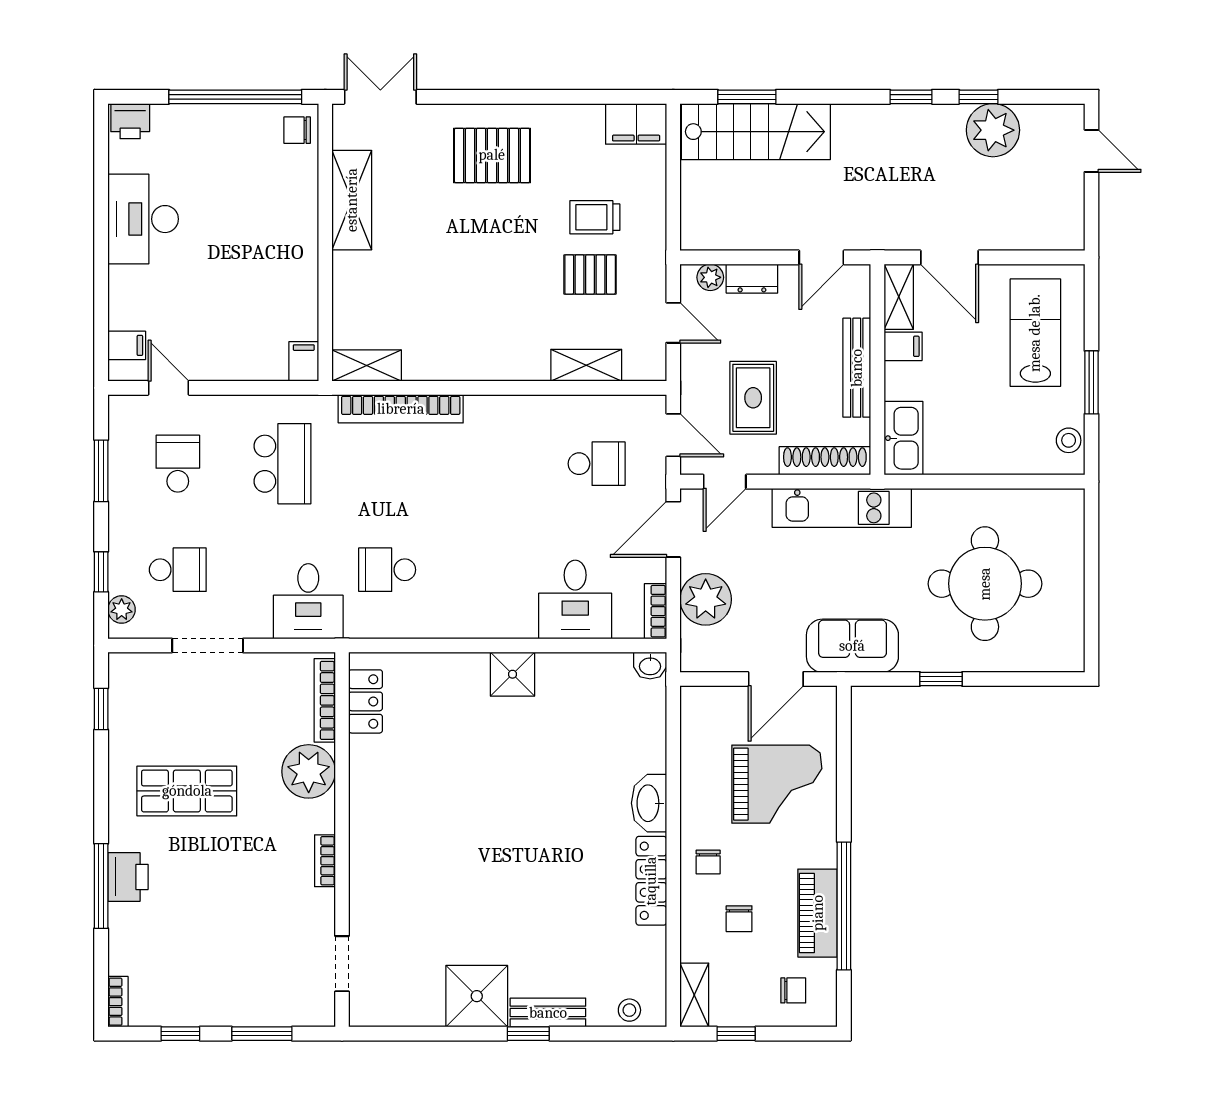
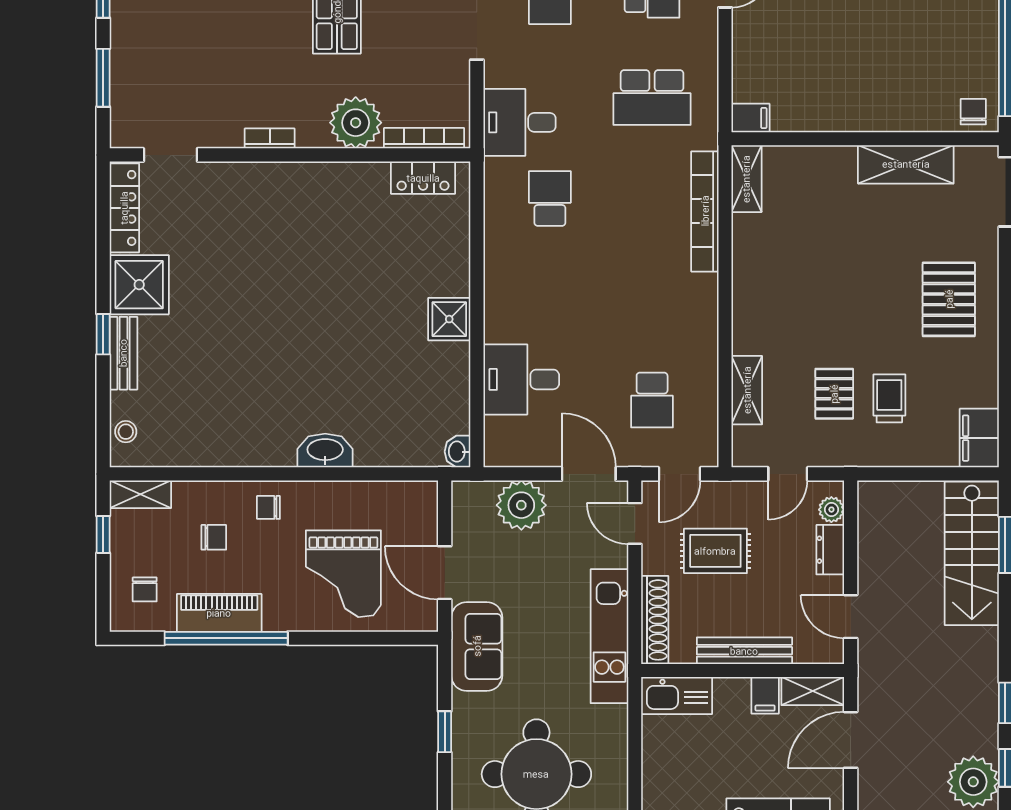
bookcase: (656, 611) -> (510, 457), removed
locker: (651, 881) -> (124, 208), moved, turned 90
chair: (739, 919) -> (214, 537), turned 180

